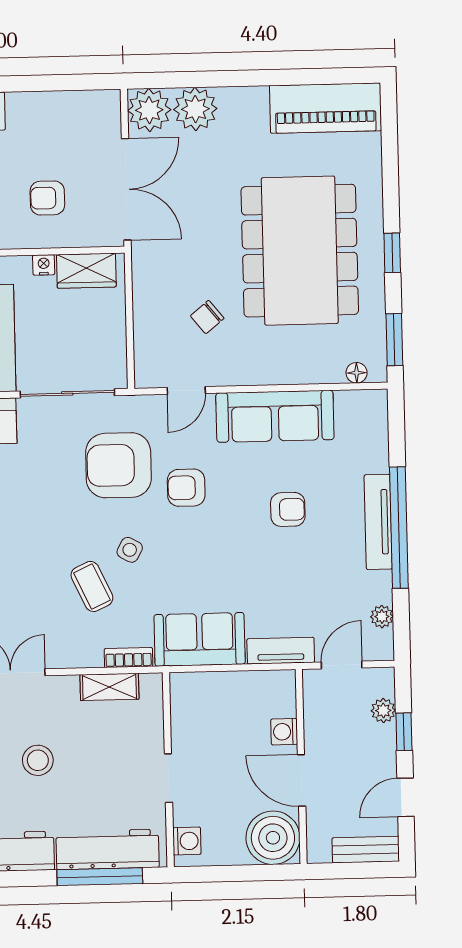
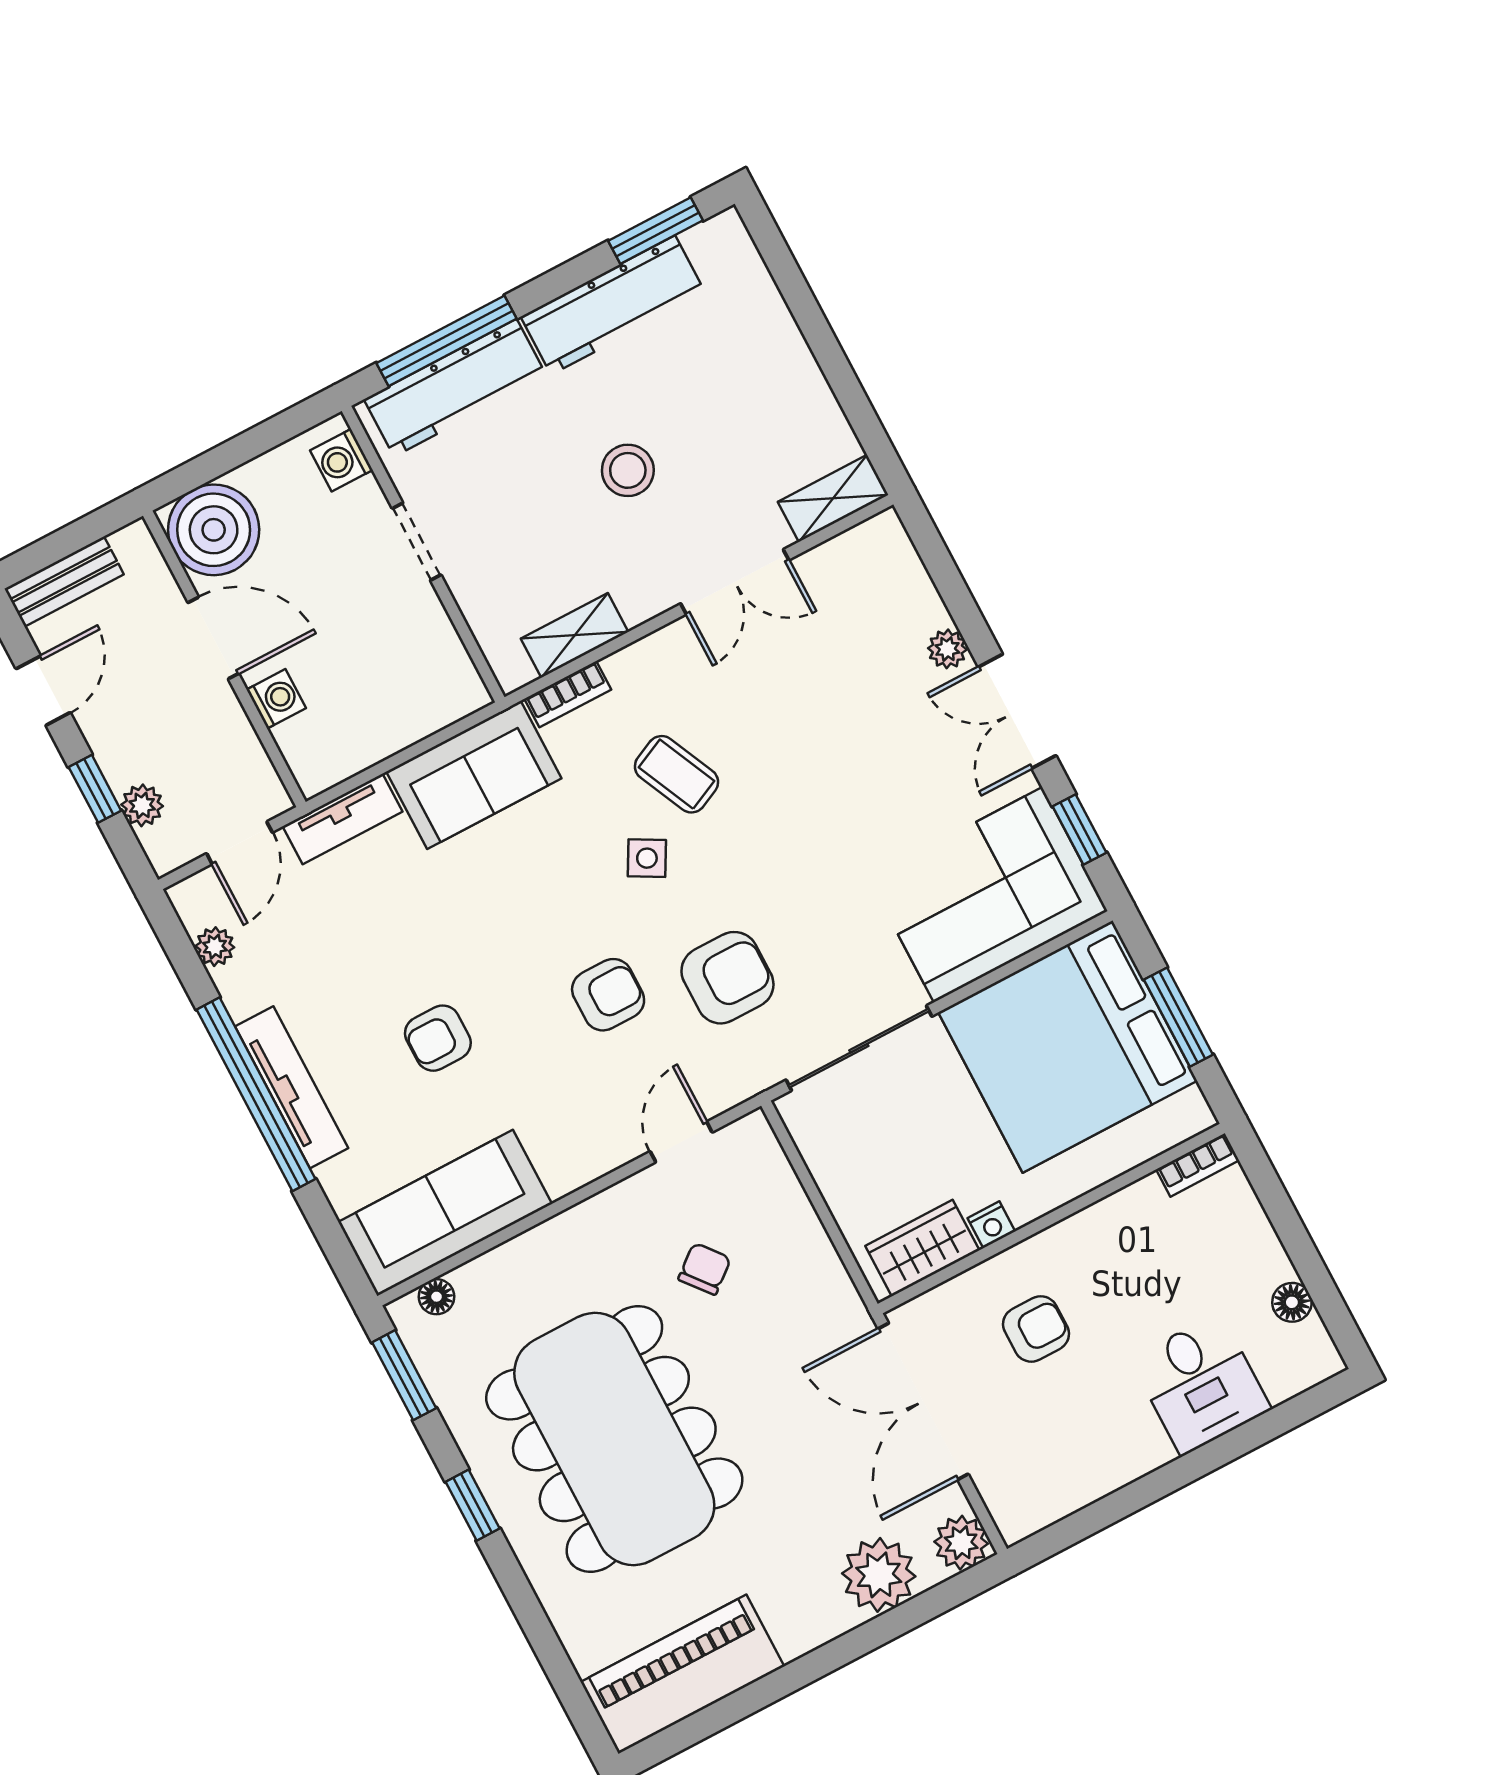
plant: (149, 110) -> (961, 1543), width x0.73, depth x0.73
sofa: (275, 416) -> (445, 1213), moved
armchair: (118, 465) -> (727, 978), width x0.73, depth x0.73

